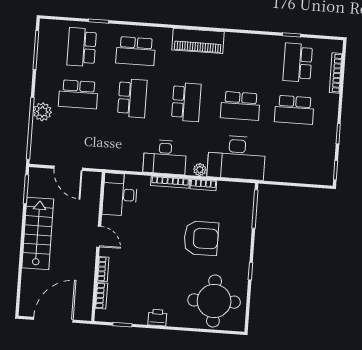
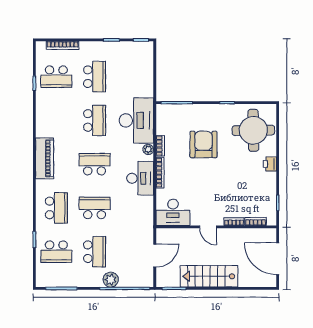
door: (99, 237) -> (208, 227), swing flipped
printer: (157, 318) -> (270, 164), moved

